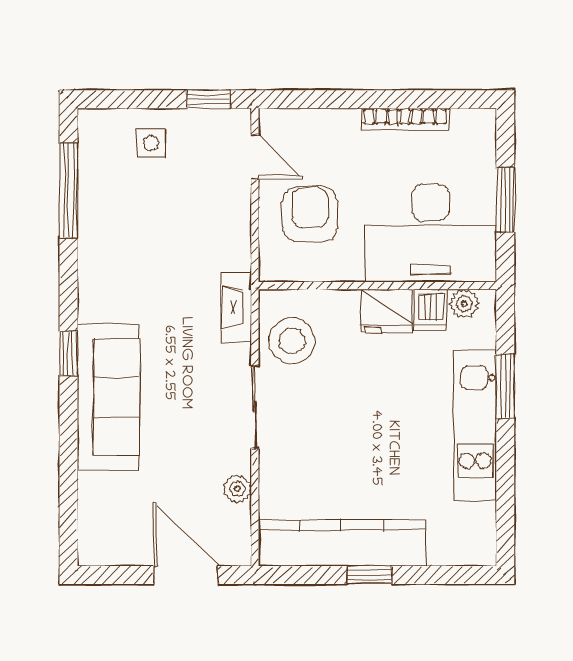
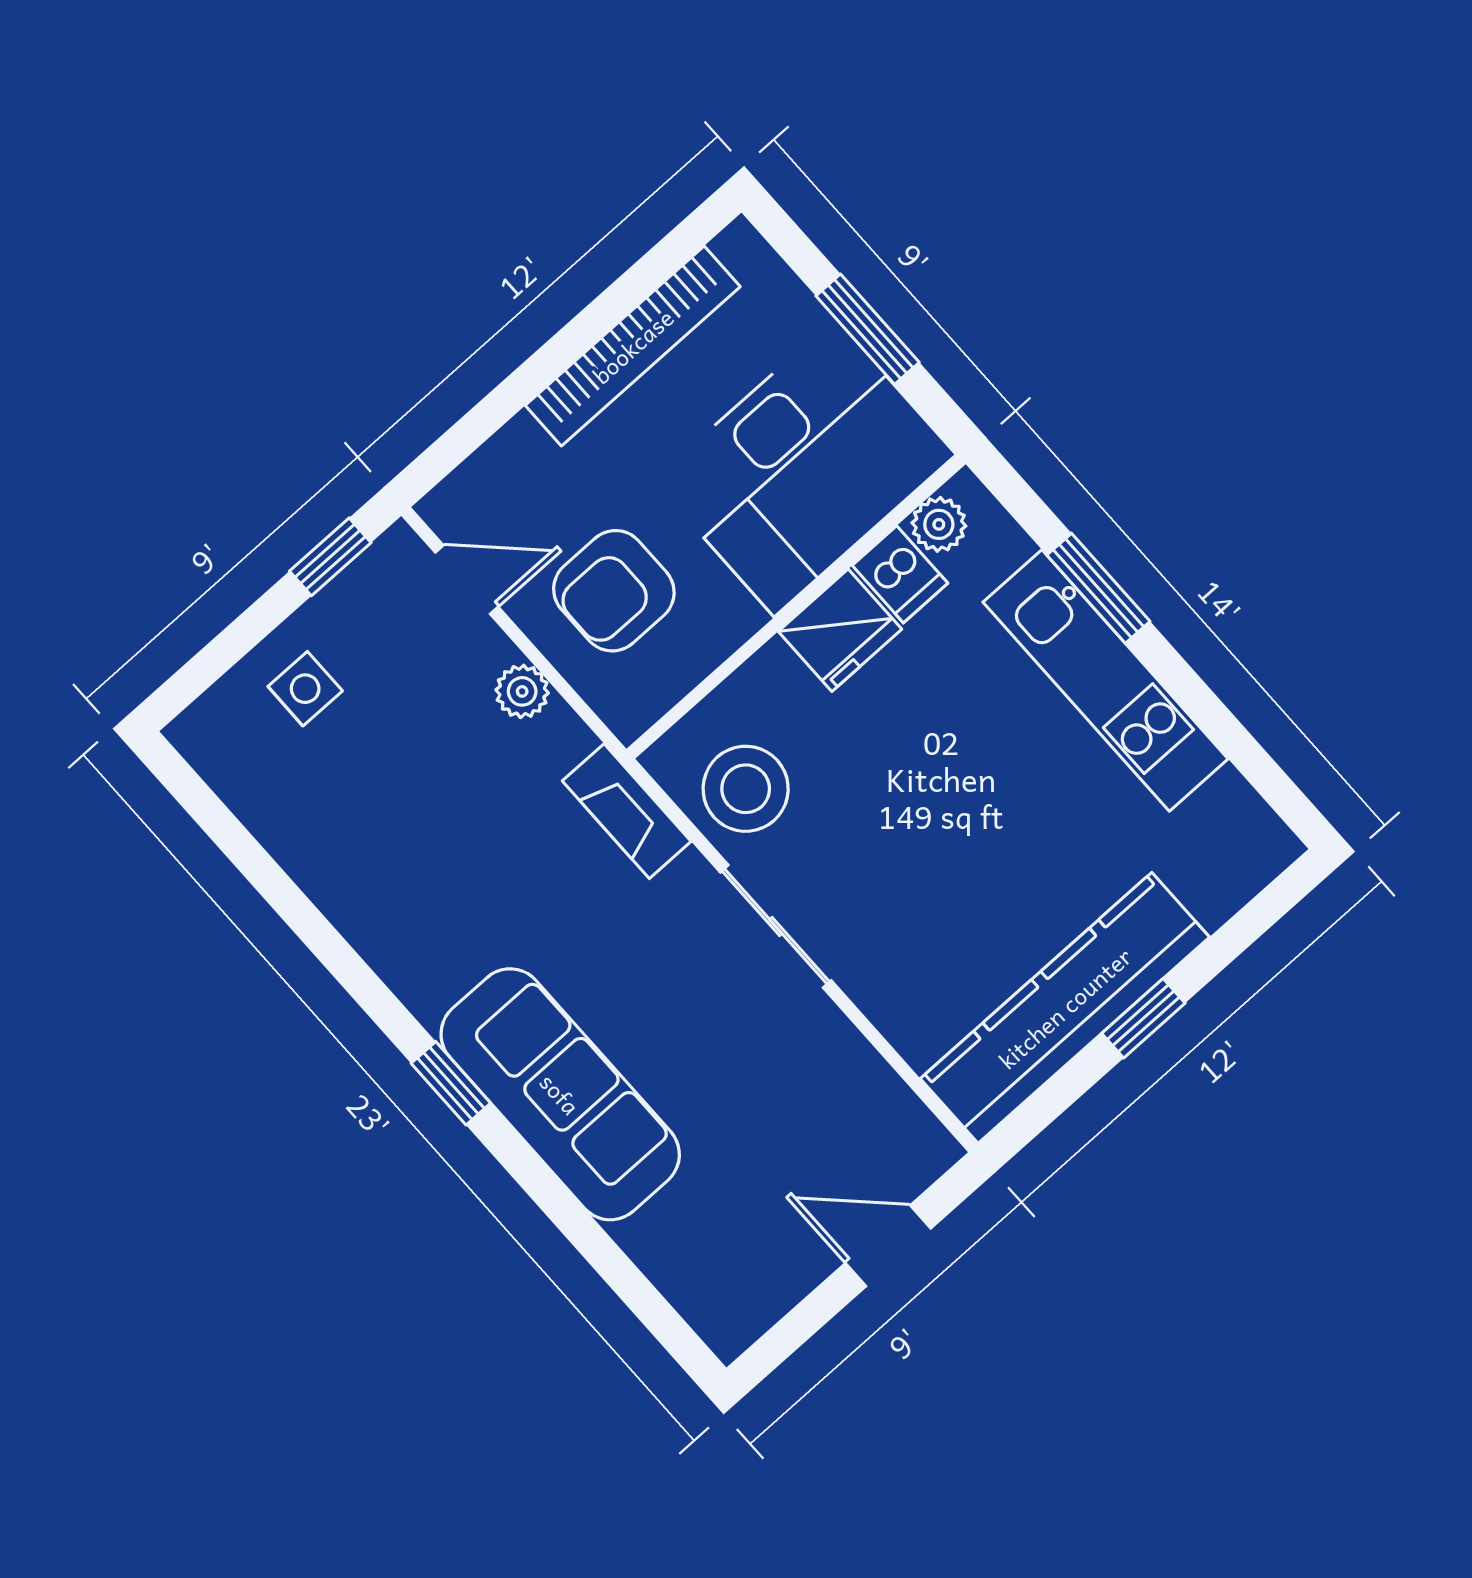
bookcase: (405, 119) -> (633, 346), width x1.48, depth x1.31
window: (68, 190) -> (249, 857), removed
armchair: (310, 214) -> (614, 591), turned -90
plant: (237, 489) -> (522, 691), moved
door: (186, 575) -> (888, 1246), width x0.73

